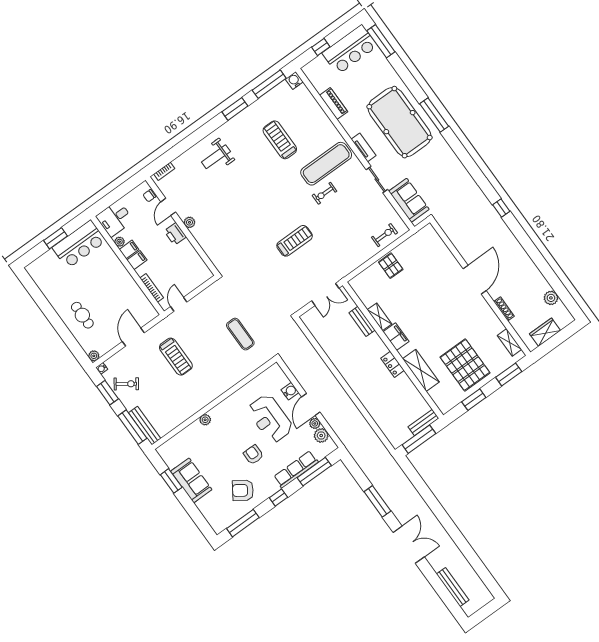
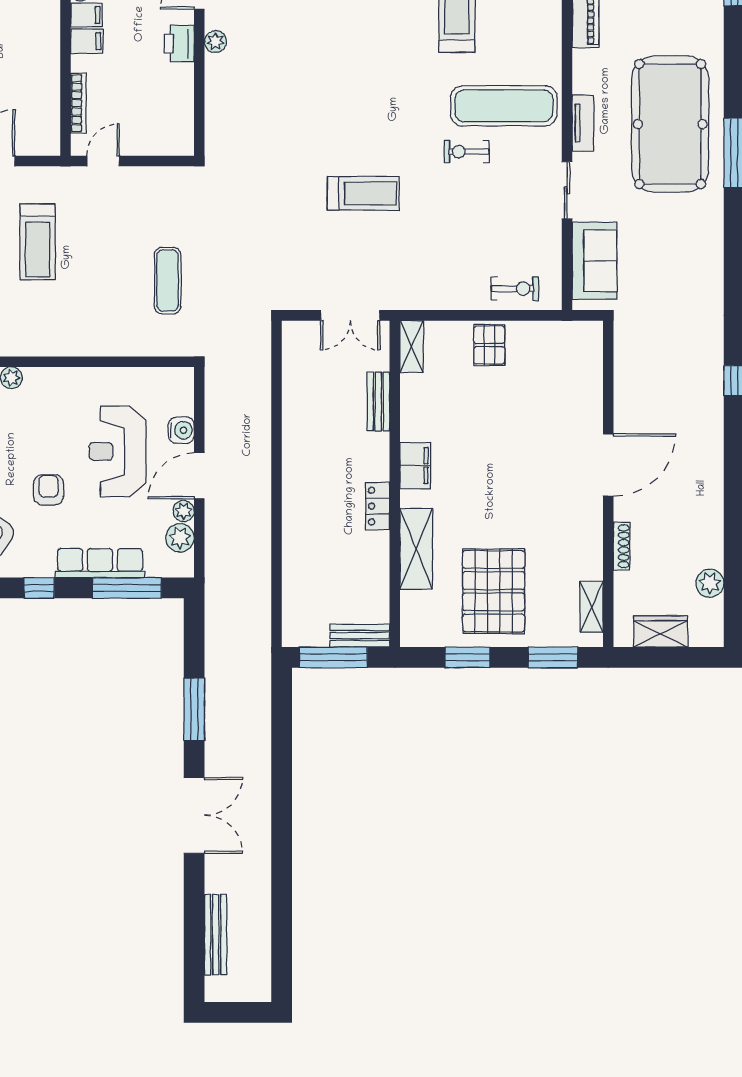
shelving: (379, 317) -> (412, 346), moved

